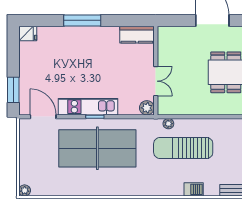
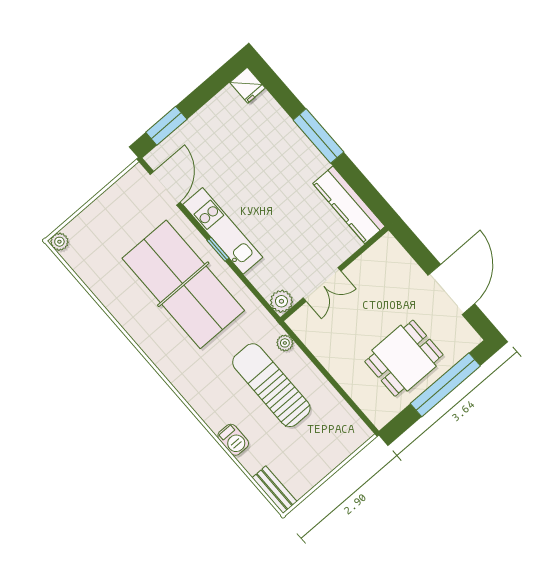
kitchen counter: (137, 35) -> (349, 205), width x1.50

